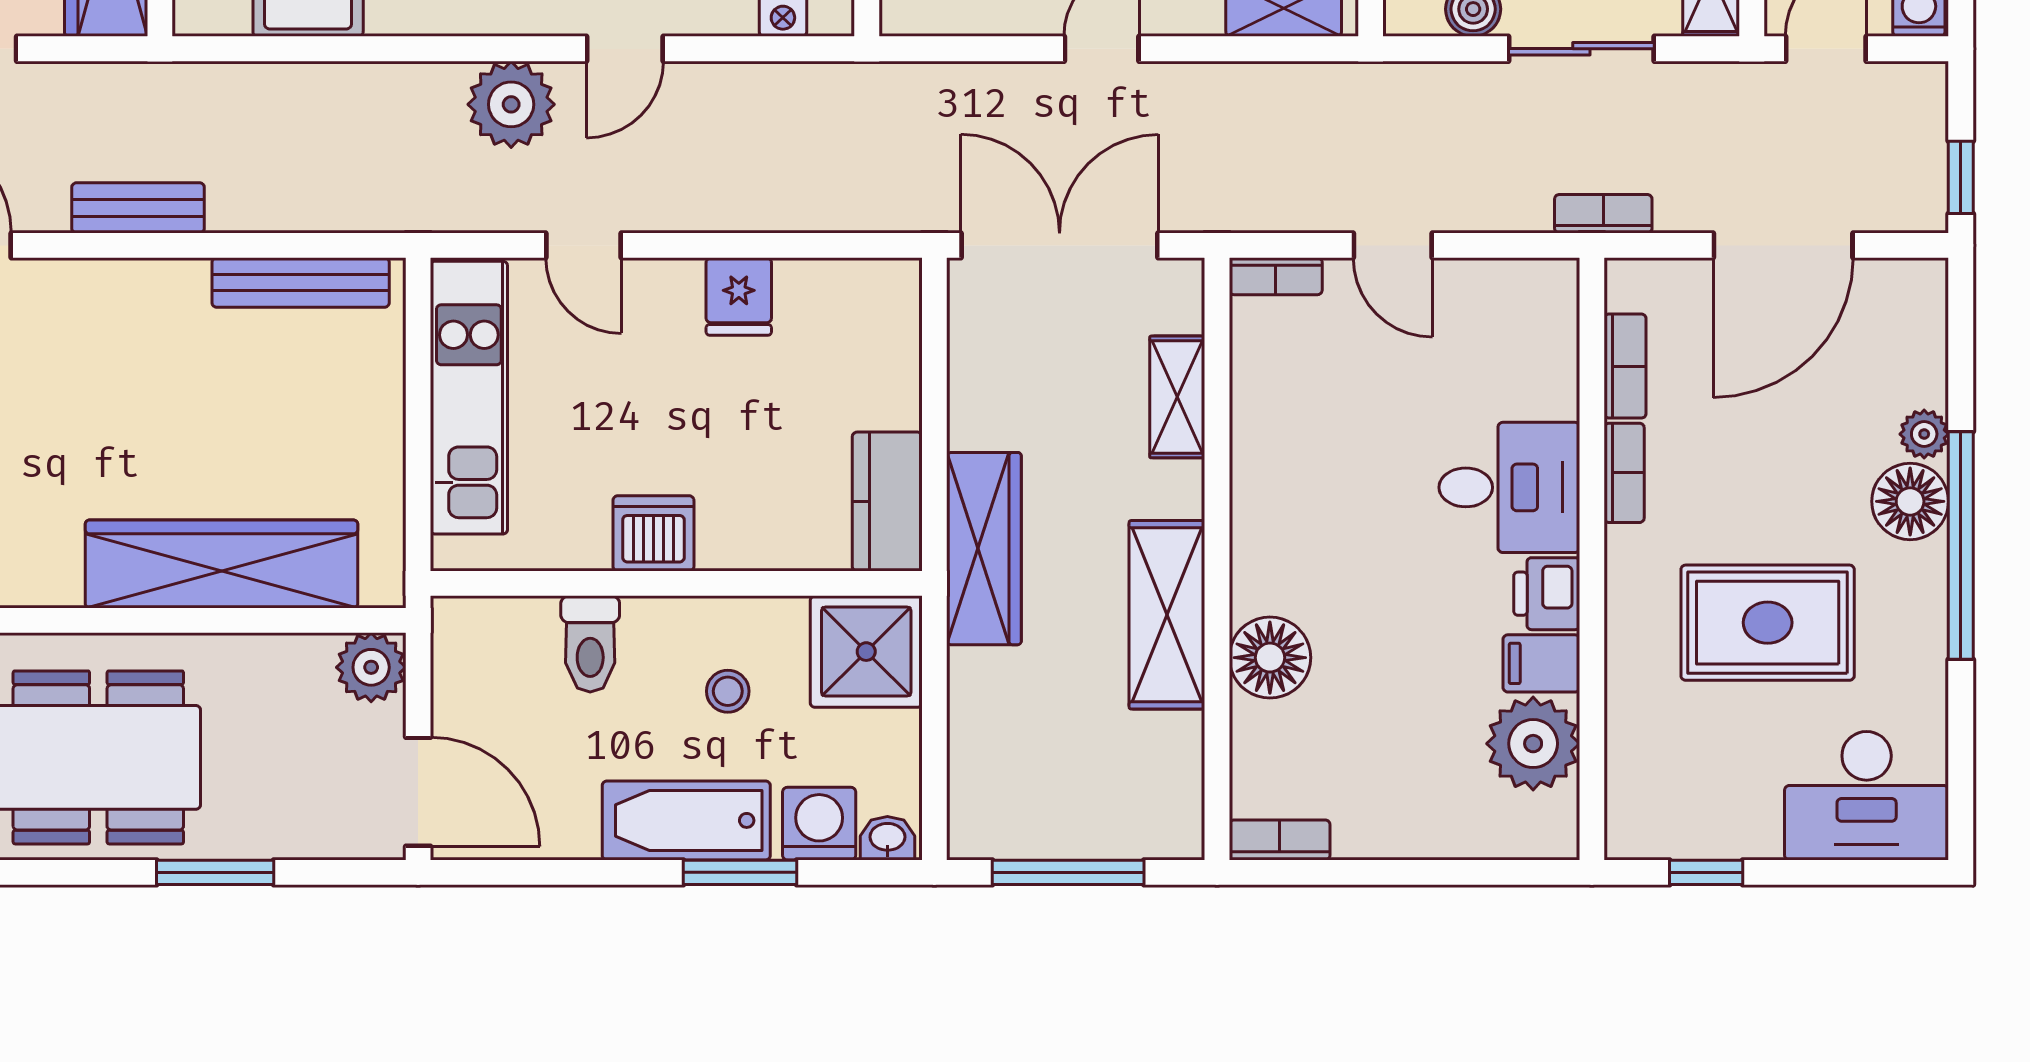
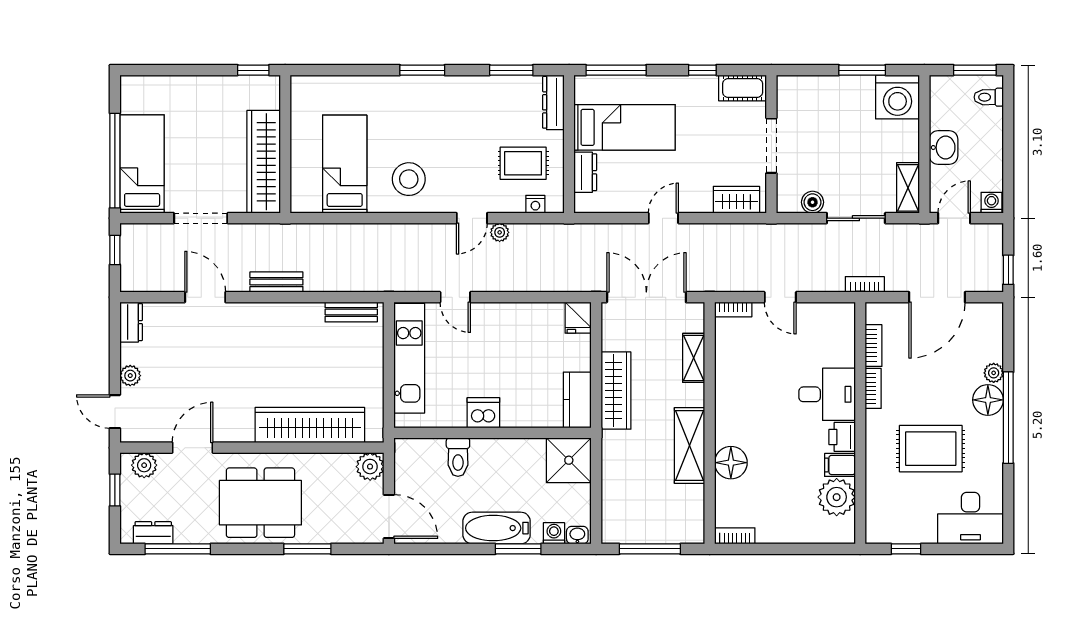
plant: (511, 104) -> (500, 232), moved, width x0.53, depth x0.53
bench: (301, 283) -> (351, 312), width x0.73
fridge: (739, 296) -> (578, 318), moved
wardrobe: (984, 549) -> (616, 391), moved
stool: (728, 691) -> (513, 476), removed
washing machine: (819, 824) -> (554, 533), width x0.73, depth x0.73

